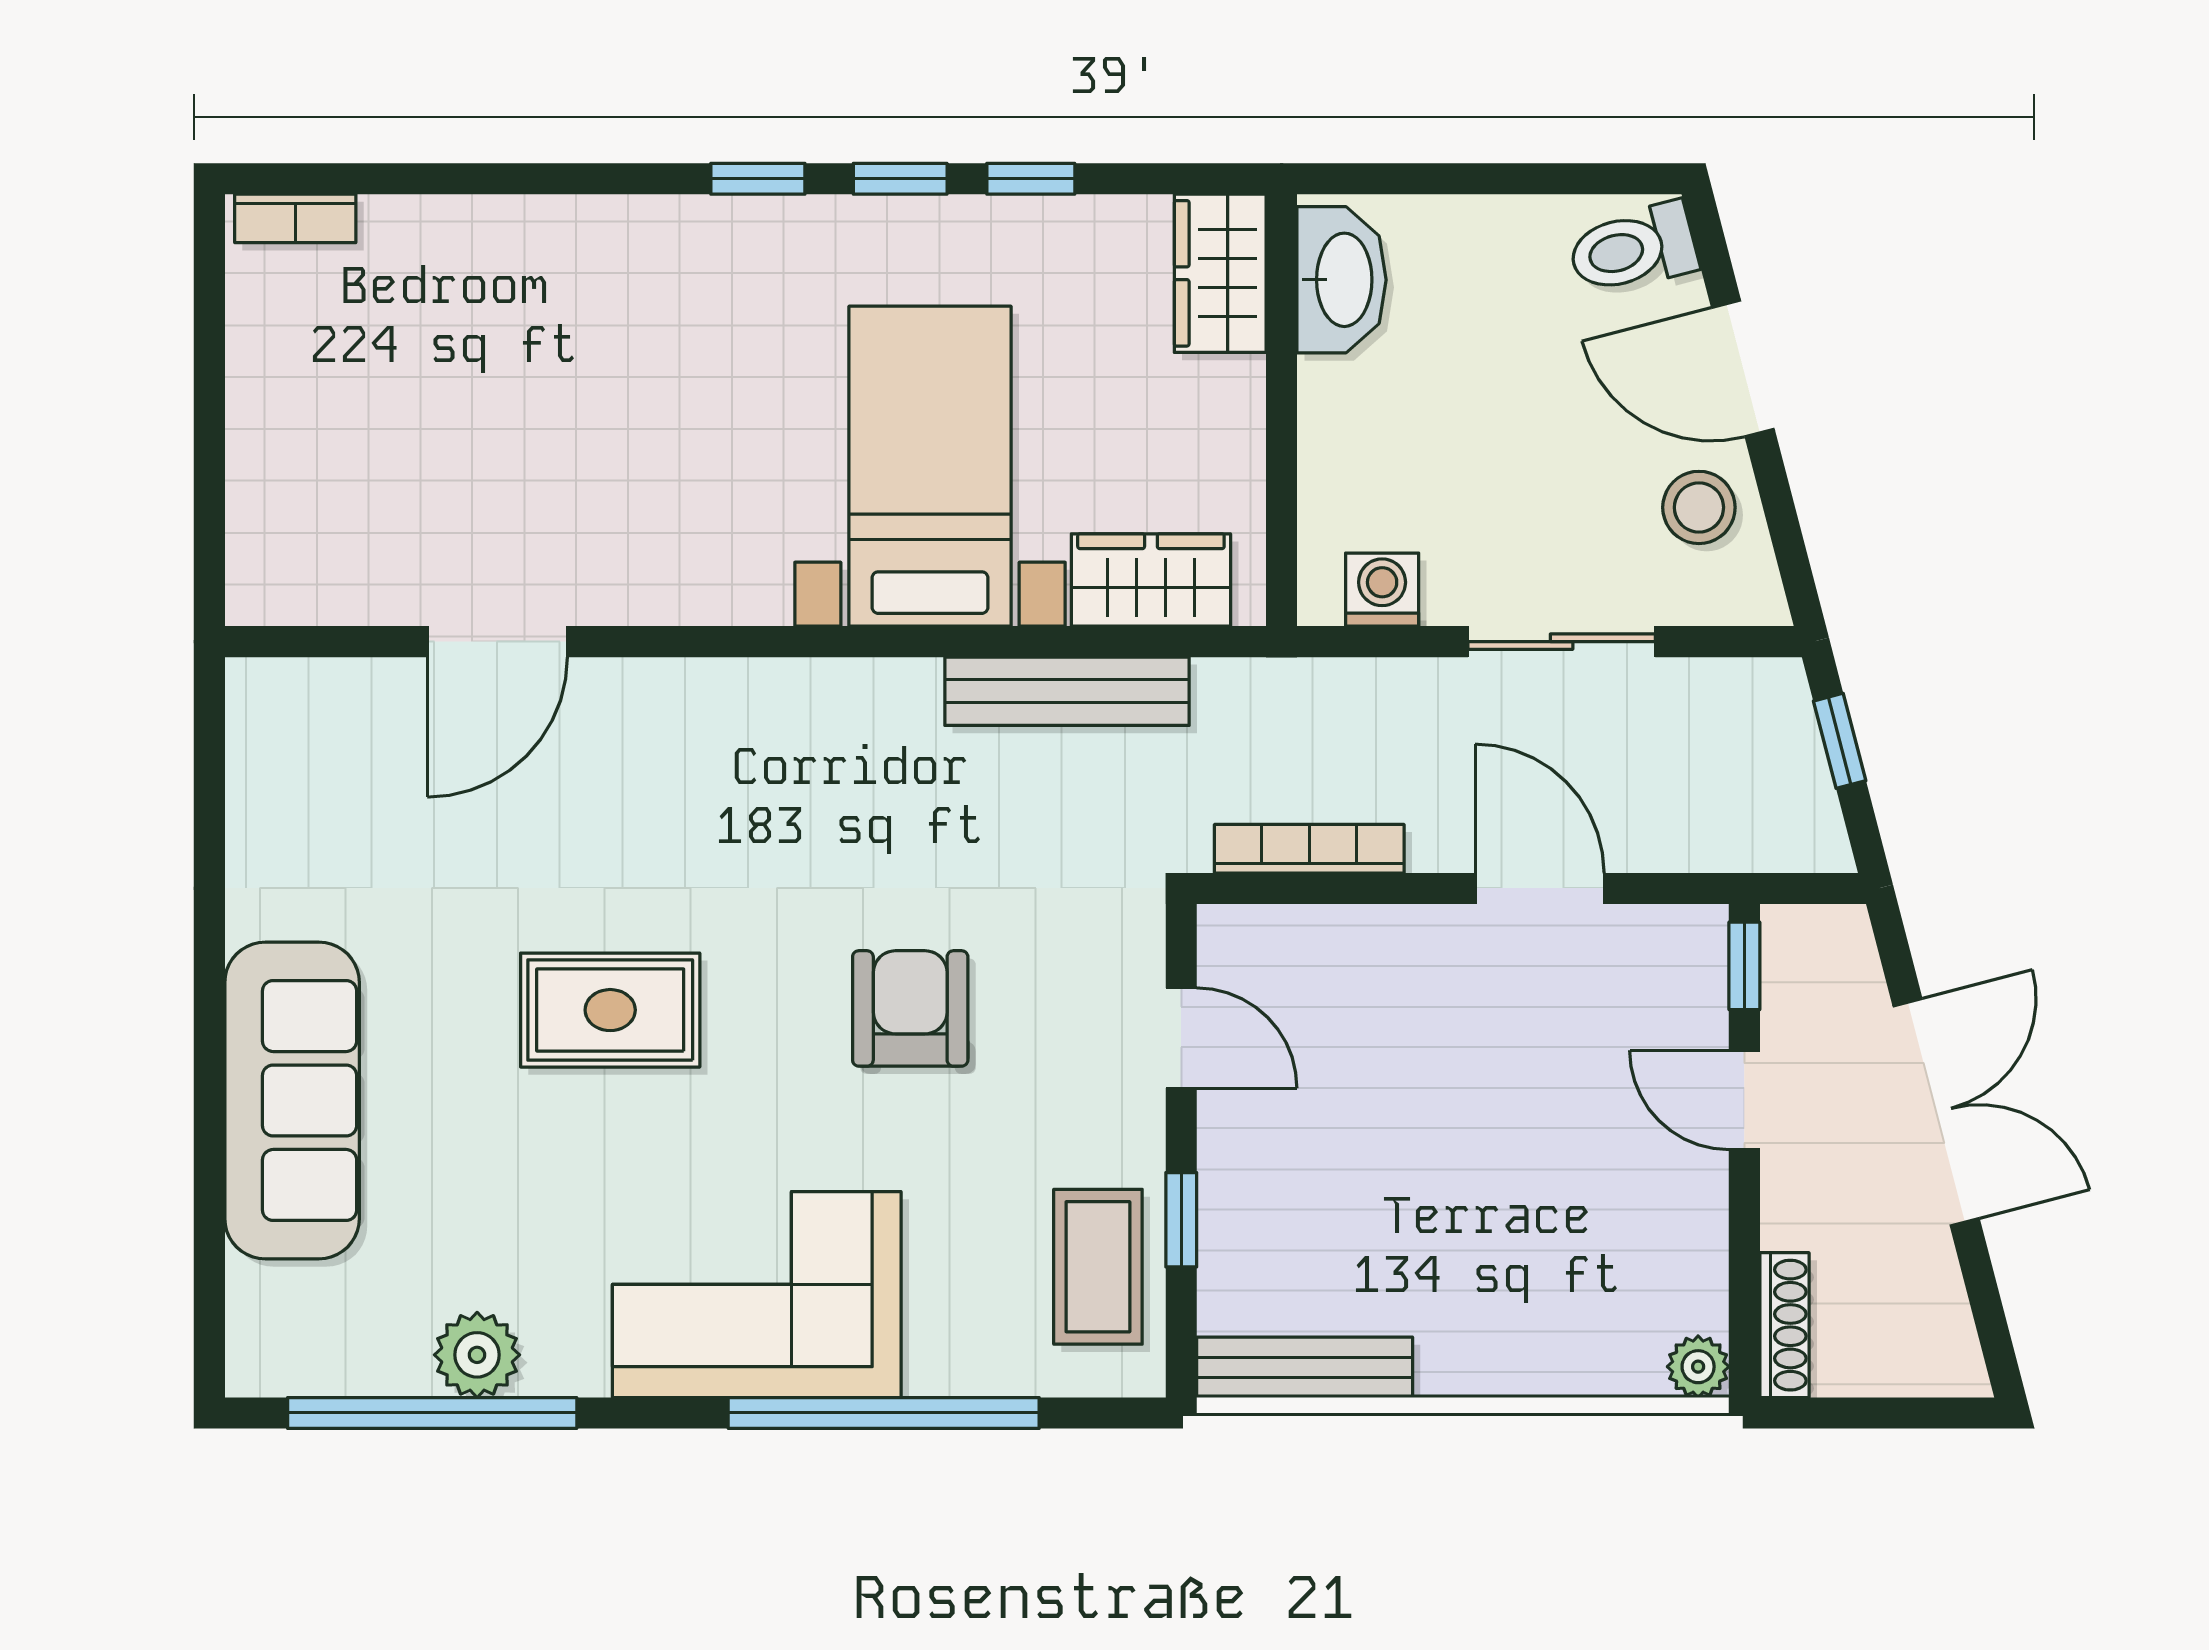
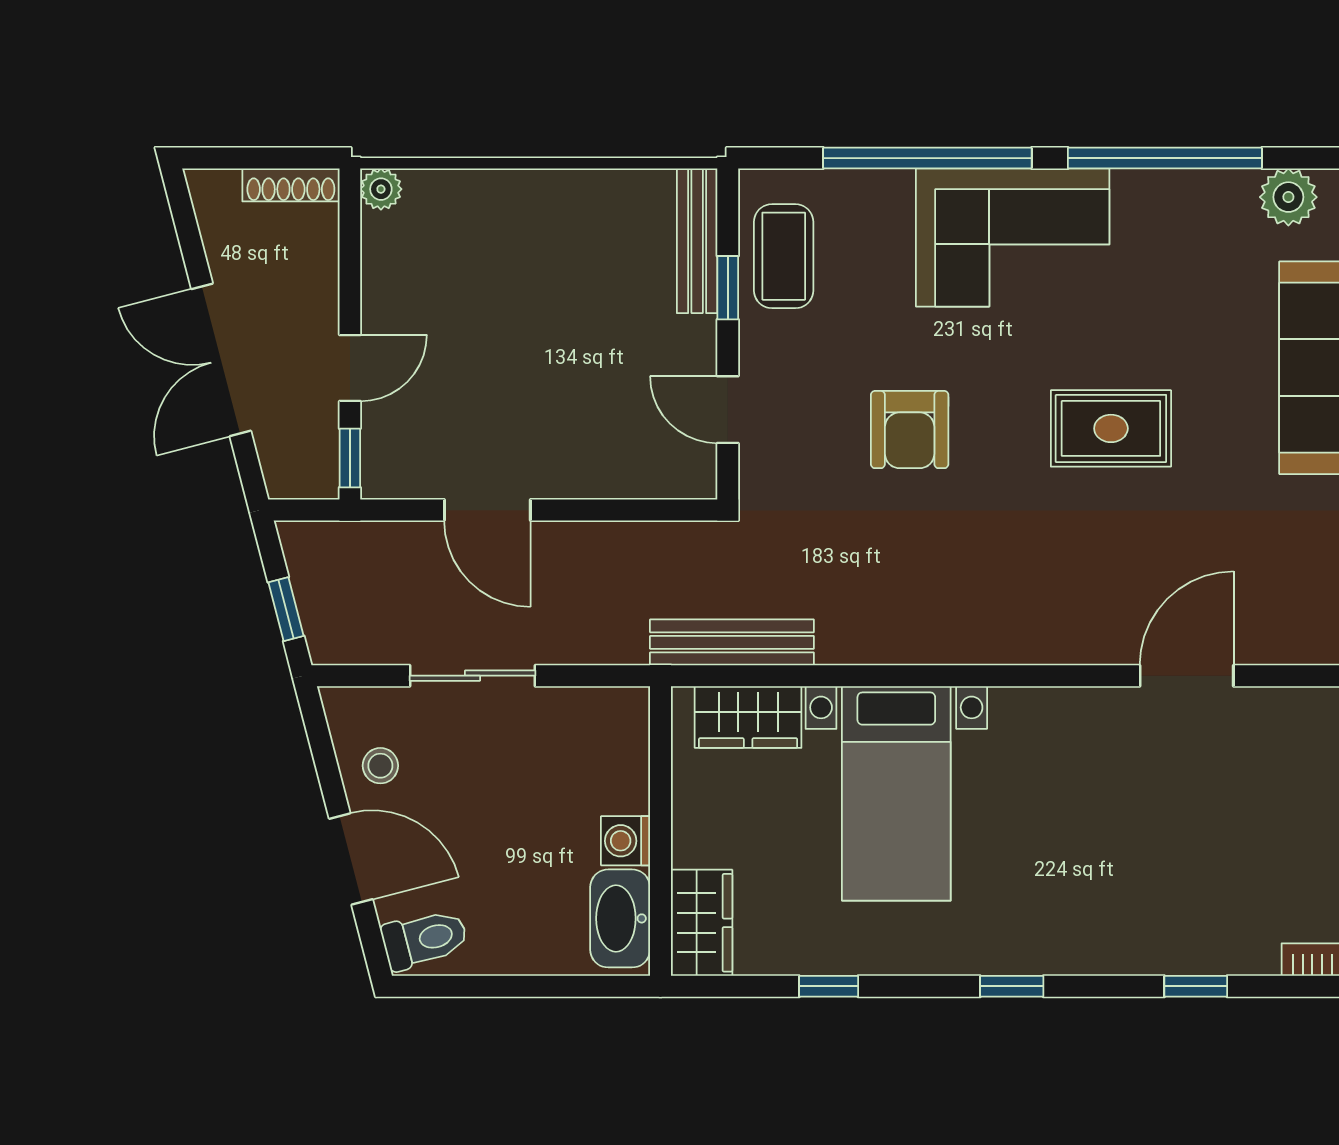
window: (900, 179) -> (1196, 986), moved
stool: (1699, 507) -> (380, 766), width x0.73, depth x0.73
washing machine: (1382, 590) -> (626, 841), moved, turned 90
bench: (1067, 691) -> (732, 642), moved
bookcase: (1309, 849) -> (642, 537), removed
door: (1744, 1100) -> (350, 368), hinge flipped
shoe rack: (1784, 1325) -> (291, 185), moved, turned -90
plant: (477, 1355) -> (1288, 197), moved
bench: (1305, 1367) -> (697, 241), moved, turned 90
window: (432, 1413) -> (1165, 158), moved

